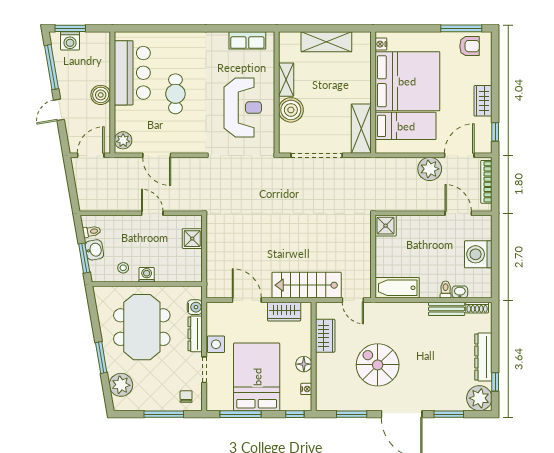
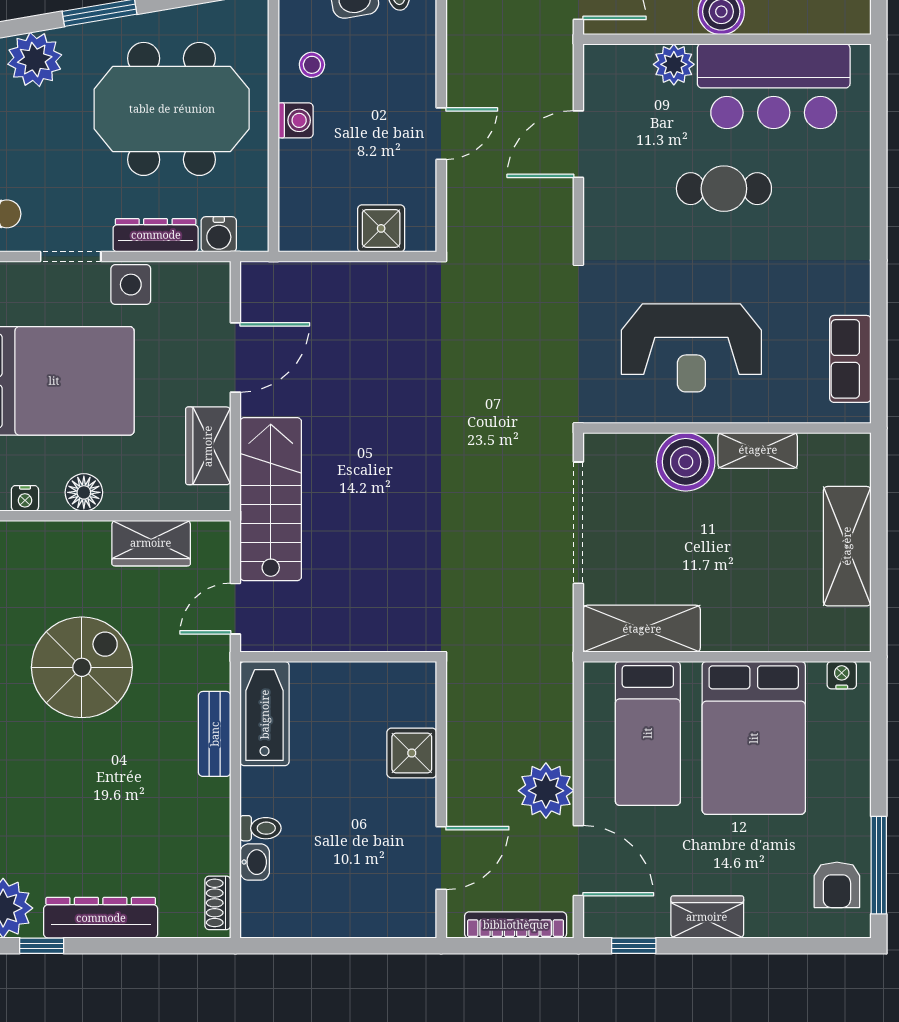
bed: (407, 81) -> (754, 738), width x0.73
plant: (123, 140) -> (674, 64), moved
shower: (386, 226) -> (412, 753), moved
washing machine: (478, 254) -> (344, 906), removed
bench: (447, 309) -> (215, 734), moved

